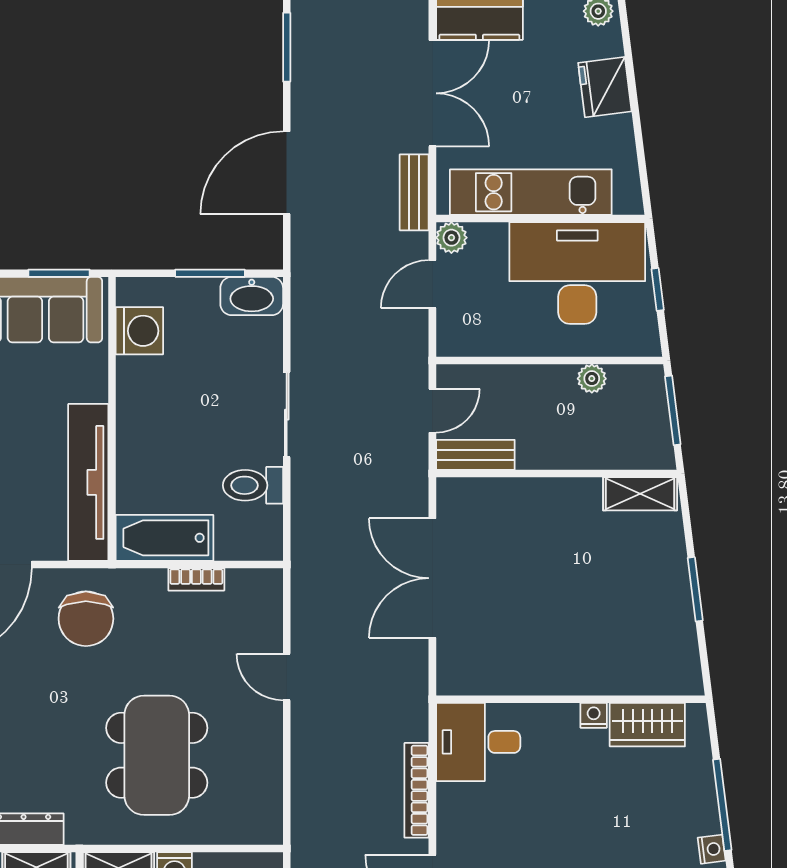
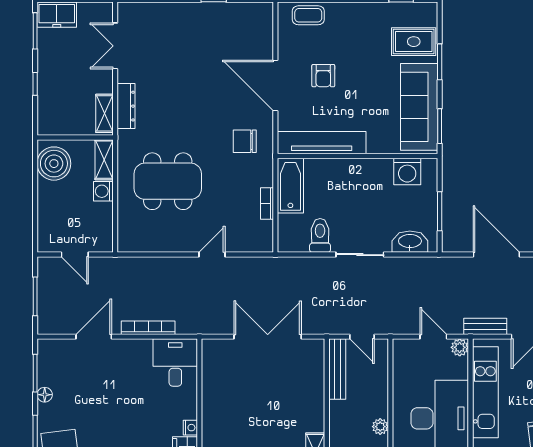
washbasin: (252, 296) -> (410, 242), moved, turned 90
bench: (475, 455) -> (337, 369), width x1.36
chair: (86, 619) -> (245, 141), width x0.73, depth x0.73

